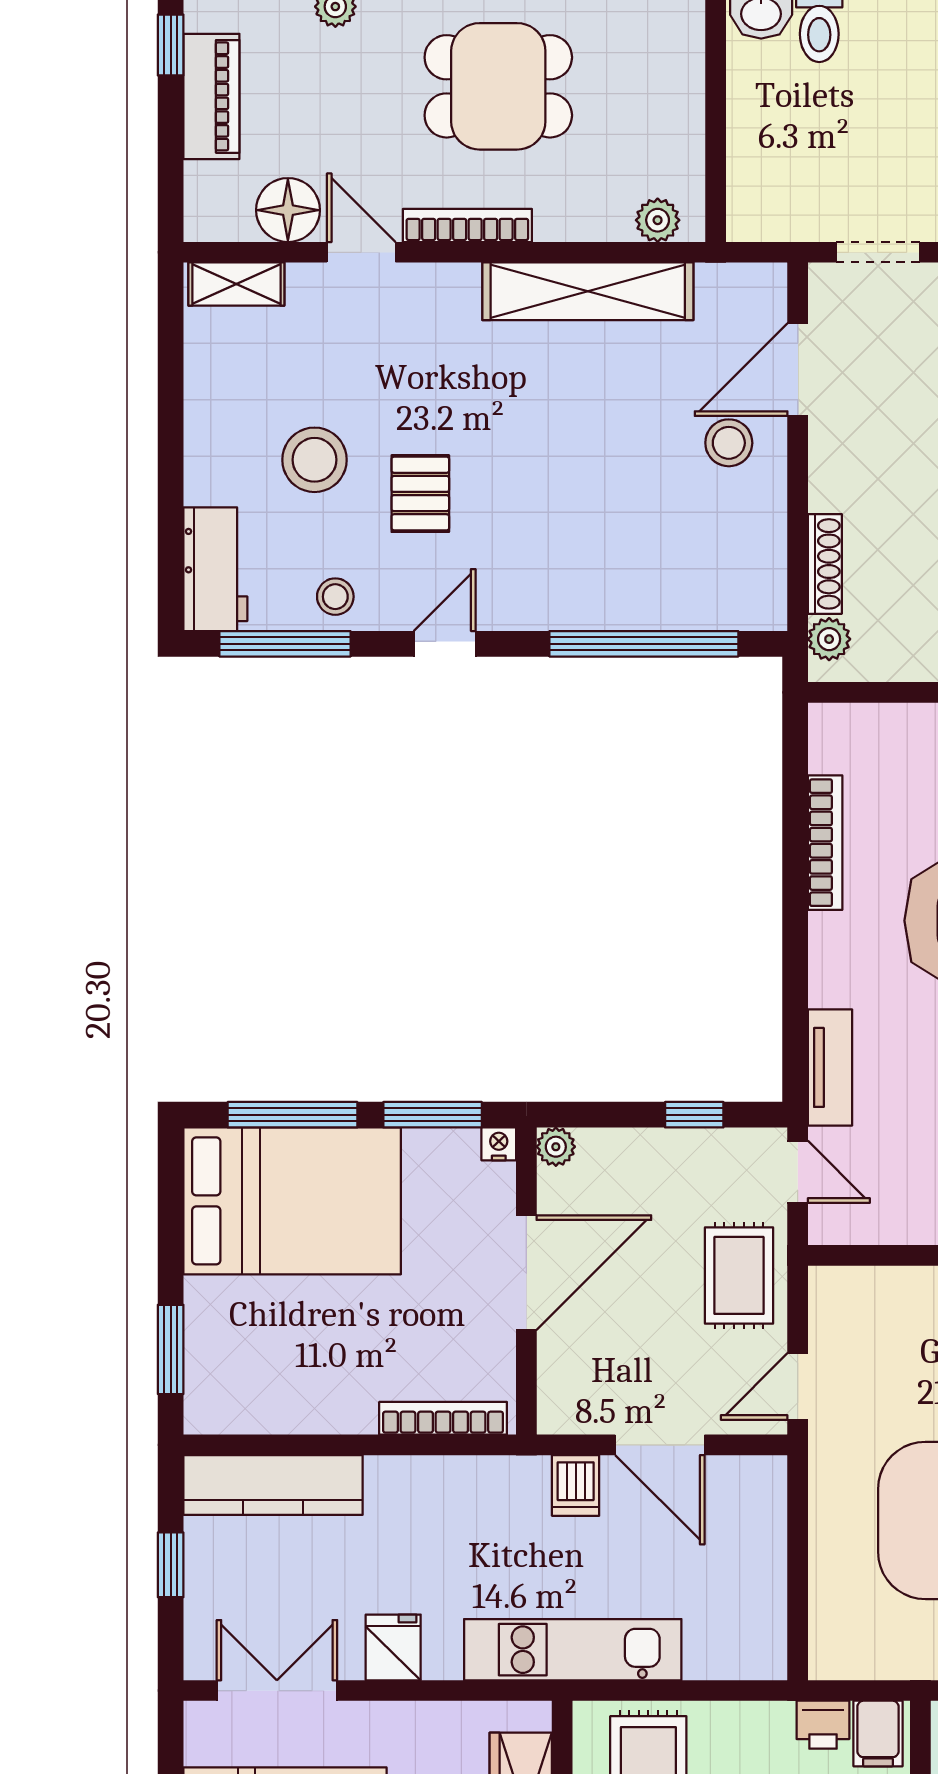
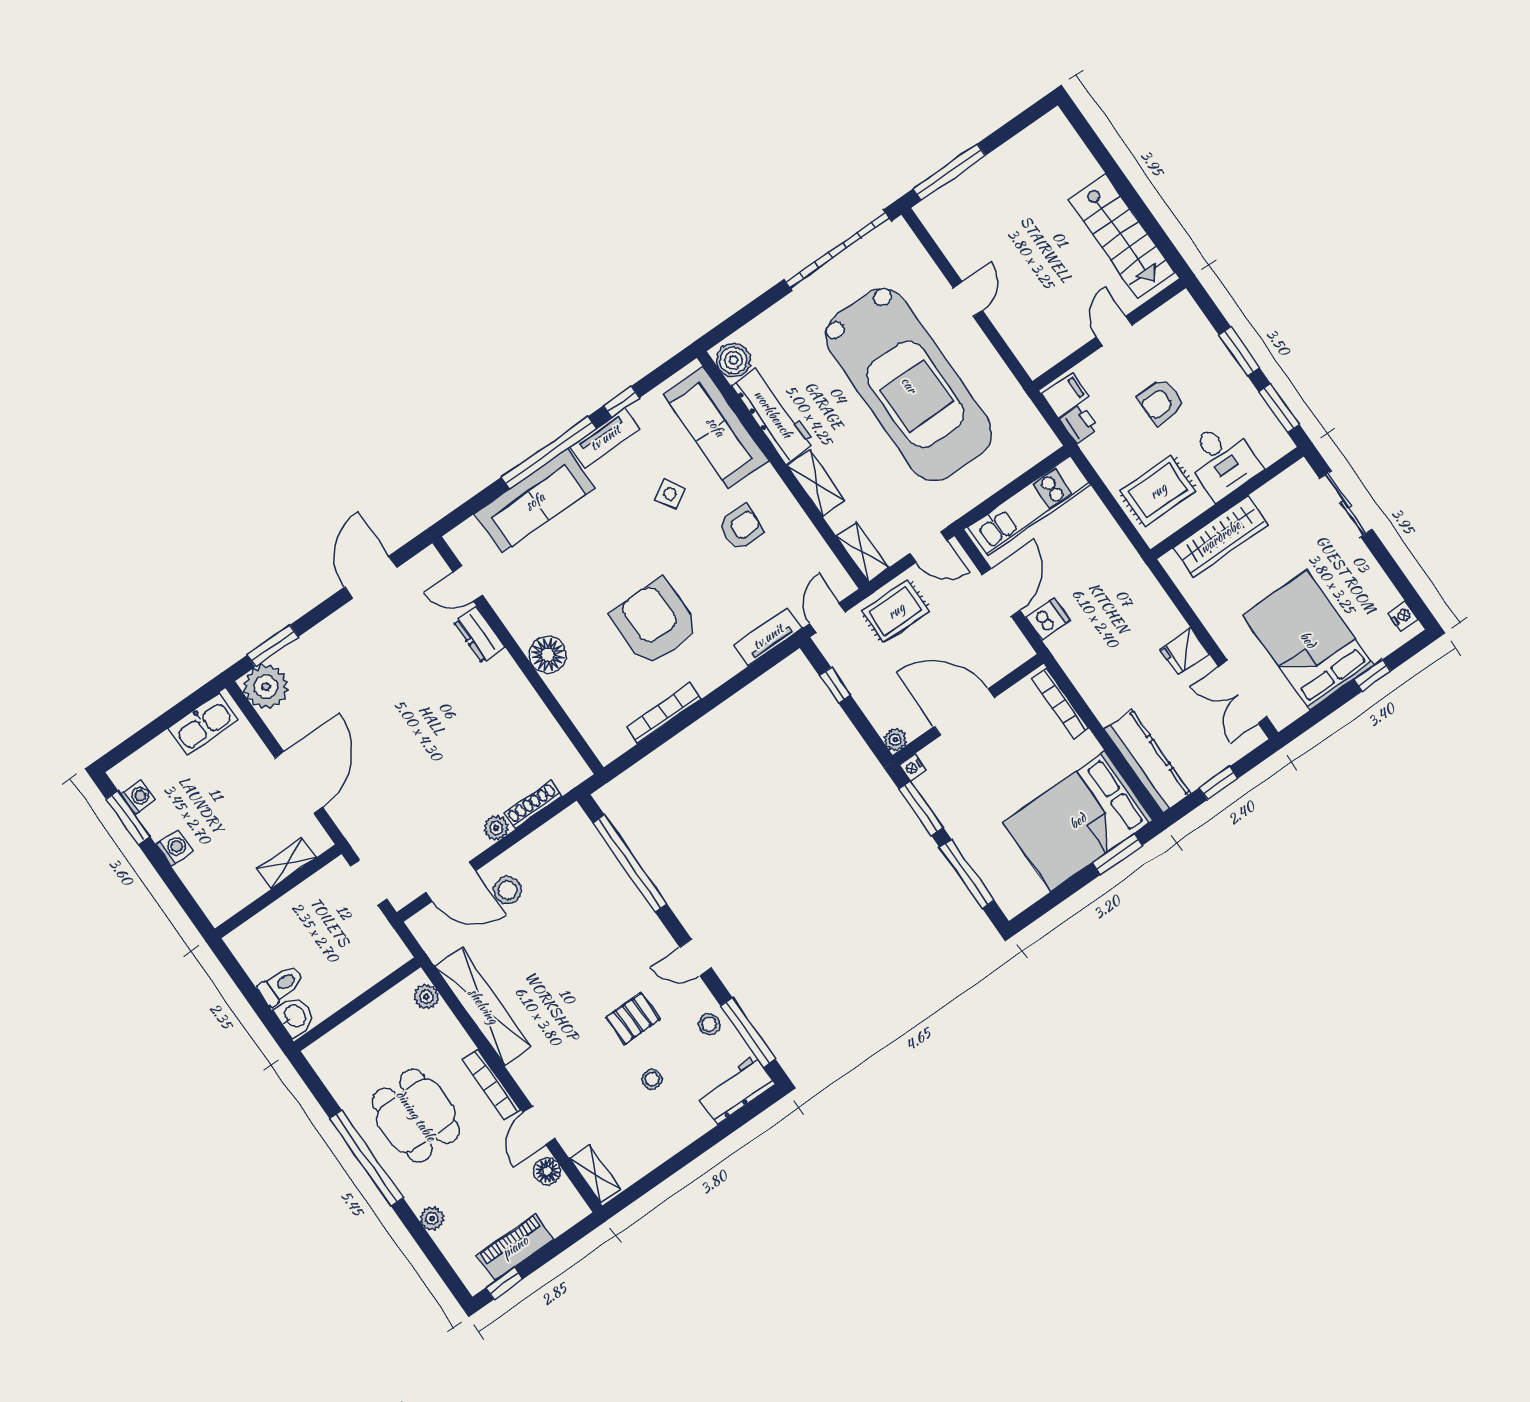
floor lamp: (288, 210) -> (547, 1171), width x0.73, depth x0.73
stool: (314, 460) -> (652, 1079), width x0.53, depth x0.53
plant: (829, 639) -> (496, 828), moved
bed: (292, 1201) -> (1078, 821), moved, turned -90
shelving: (857, 1288) -> (863, 552), added
kitchen unit: (573, 1650) -> (1029, 505), moved, turned -90

